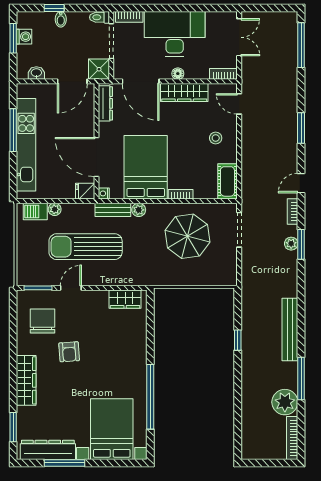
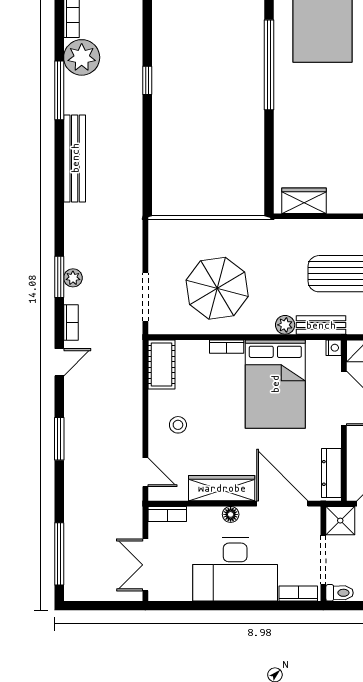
window: (238, 340) -> (147, 80), moved

